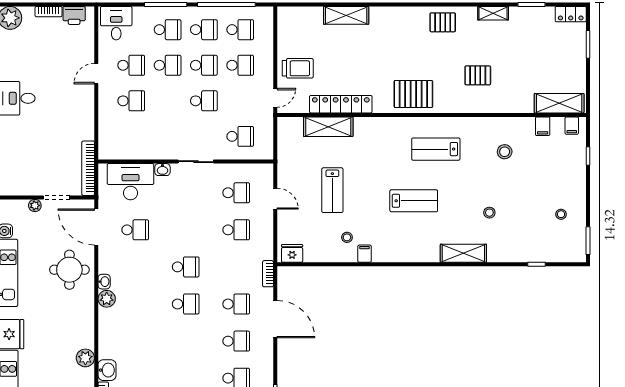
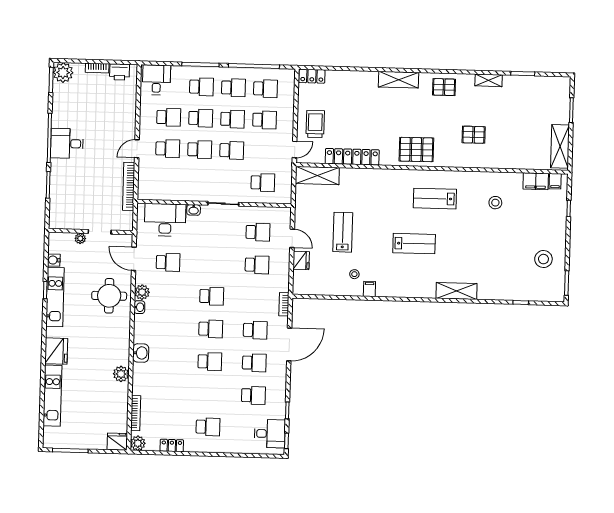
locker: (571, 14) -> (312, 76), moved
shelving: (346, 15) -> (399, 80), moved
trolley: (298, 68) -> (315, 124), turned -90
door: (96, 74) -> (137, 149), moved
school desk: (168, 101) -> (200, 149), added
shelving: (559, 103) -> (560, 146), moved, turned 90
filing cabinet: (543, 126) -> (536, 181), width x2.00
shelving: (328, 127) -> (317, 176), moved
bookcase: (88, 168) -> (129, 186), moved
lab bench: (332, 190) -> (343, 232), turned 180
stool: (489, 213) -> (480, 256), removed
stool: (561, 214) -> (543, 259), width x1.89, depth x1.89
door: (96, 227) -> (134, 259), width x0.73
fridge: (292, 253) -> (301, 261), moved, turned 90
plant: (107, 299) -> (142, 292), moved
door: (275, 319) -> (289, 344), hinge flipped
school desk: (186, 341) -> (210, 362), added
washbasin: (107, 370) -> (141, 353), moved

